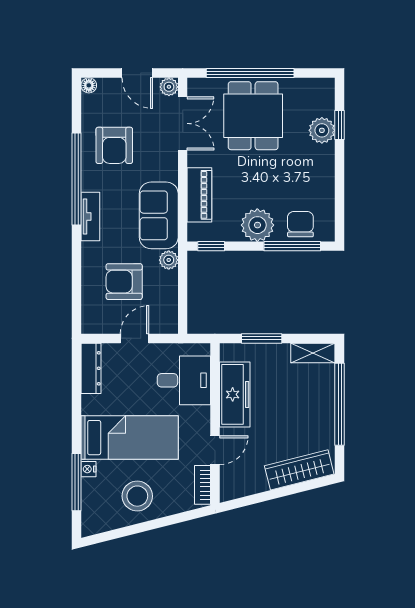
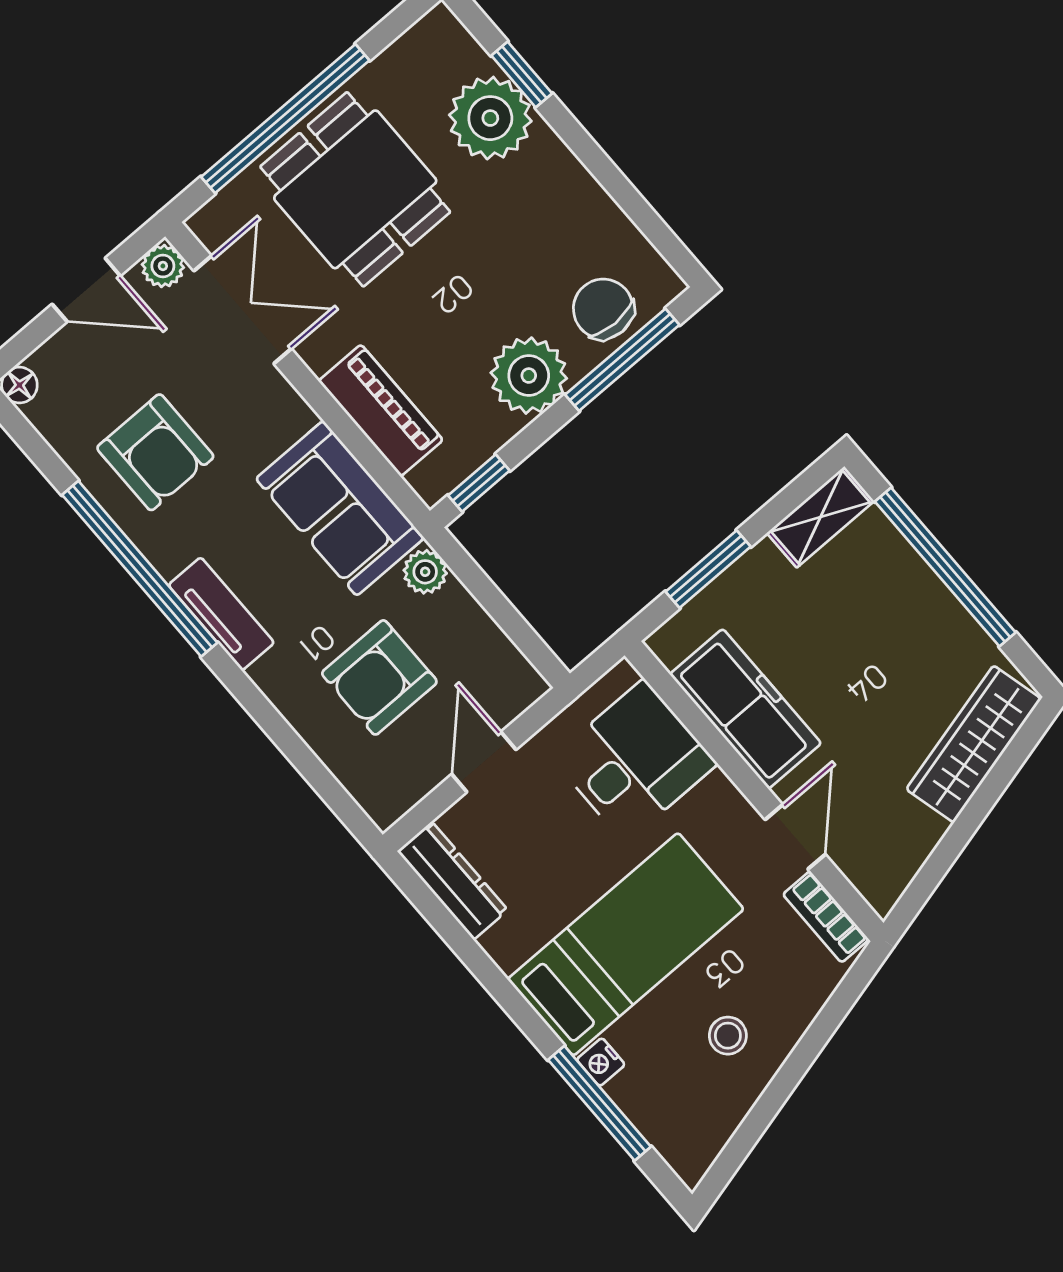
plant: (322, 130) -> (490, 118), width x1.36, depth x1.36
stool: (137, 496) -> (728, 1036), width x0.53, depth x0.53

